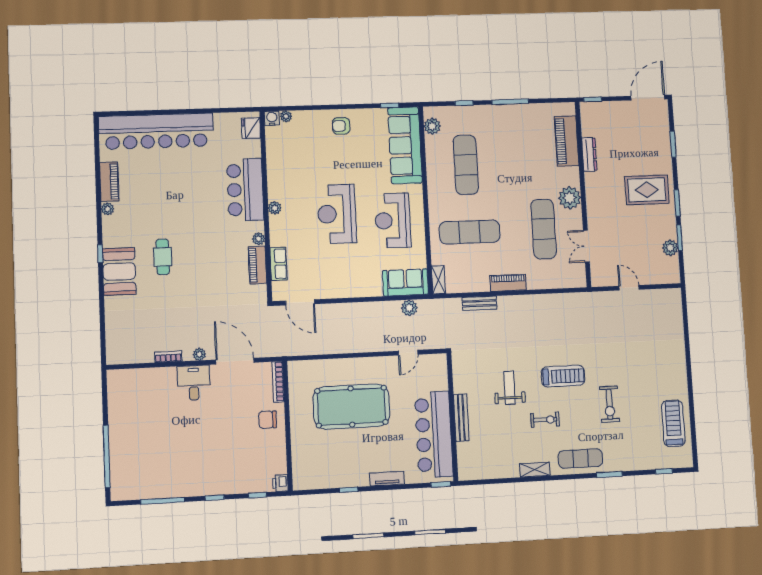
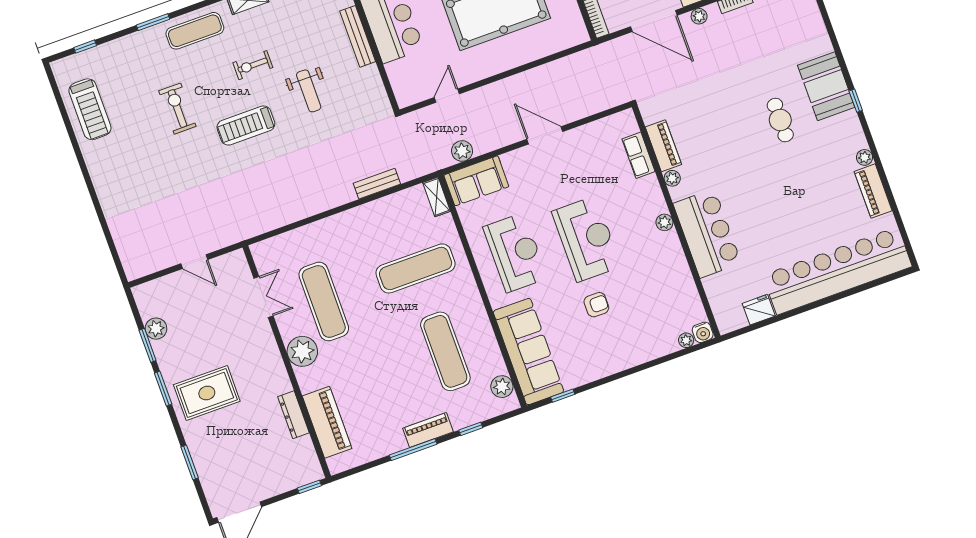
armchair: (341, 126) -> (596, 305), moved
fridge: (251, 128) -> (759, 310), moved, turned -90
piano: (508, 283) -> (428, 430), moved, turned 180
door: (300, 302) -> (545, 135), moved

